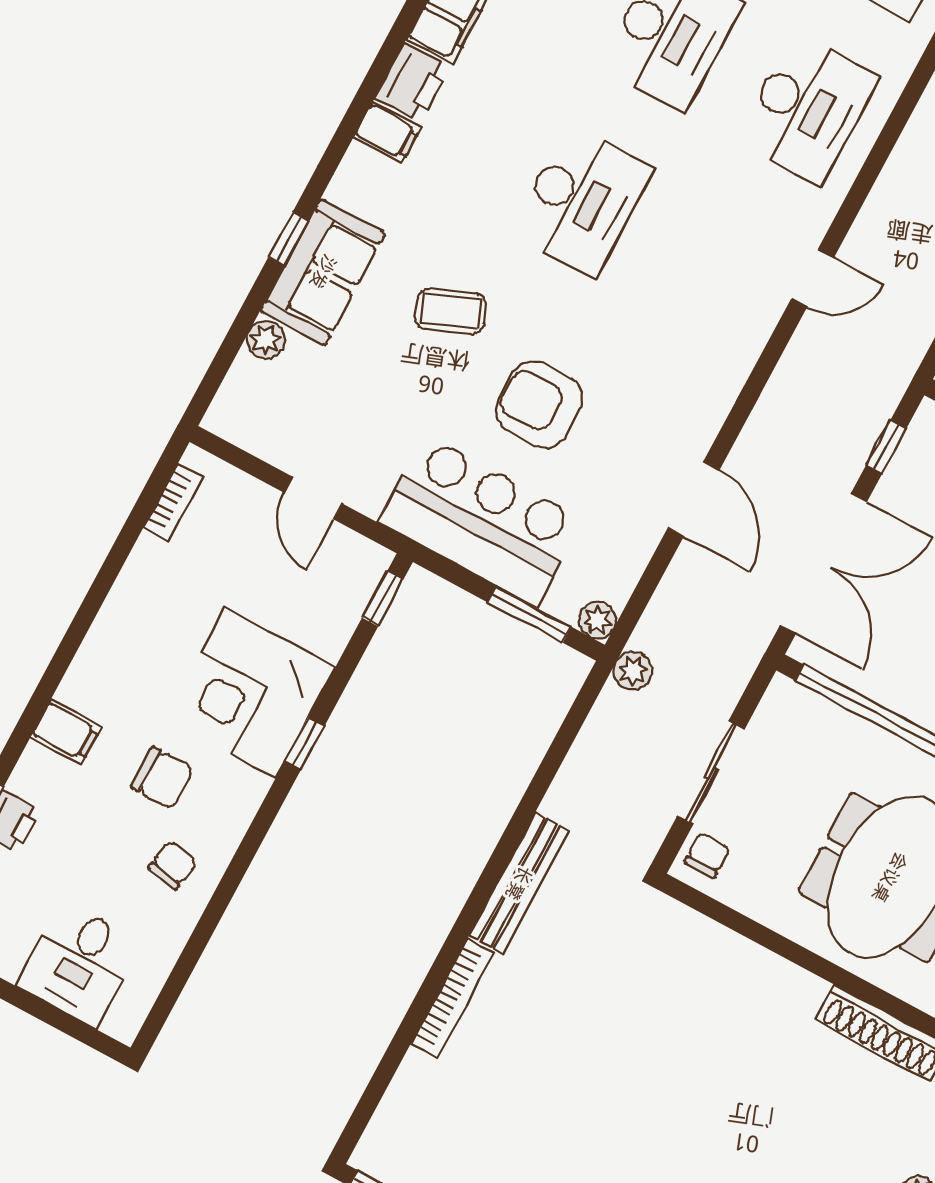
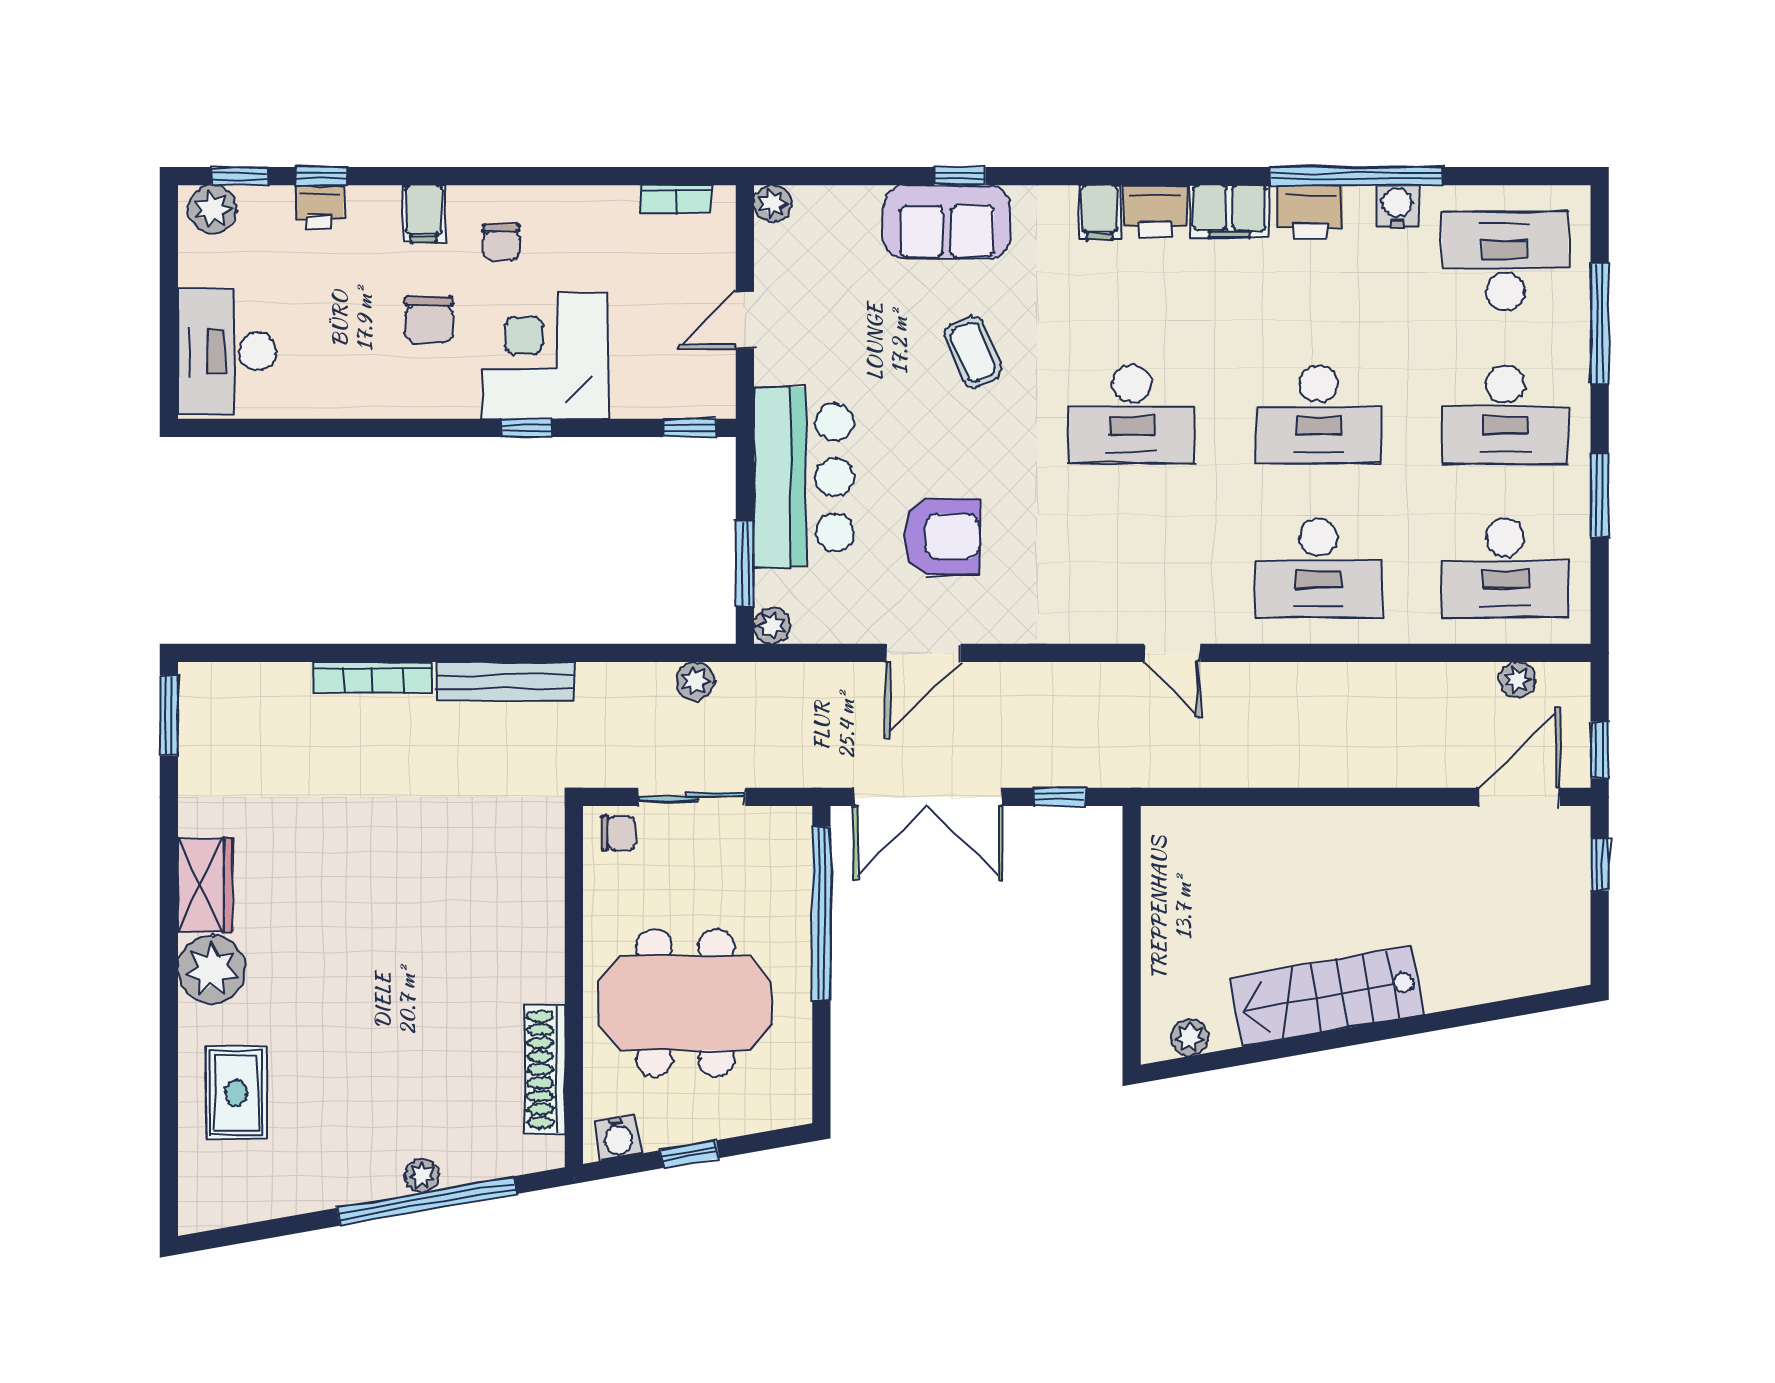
plant: (266, 340) -> (773, 204), moved
armchair: (539, 405) -> (942, 536), moved, turned 90
plant: (633, 671) -> (695, 681), moved
chair: (173, 865) -> (501, 242), moved, turned 80
desk: (79, 964) -> (227, 351), width x1.37

